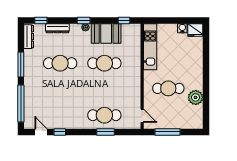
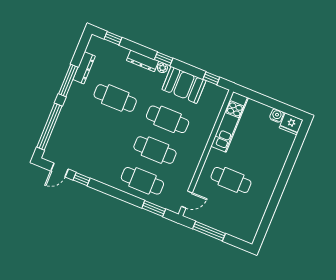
dresser: (57, 28) -> (143, 61), moved
dresser: (29, 37) -> (84, 68), moved
cafe table: (104, 89) -> (155, 150), added
plant: (196, 97) -> (259, 204), removed
door: (142, 116) -> (187, 200), hinge flipped
door: (41, 132) -> (59, 170), swing flipped
window: (105, 132) -> (154, 209), moved

